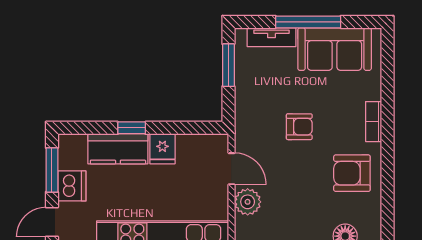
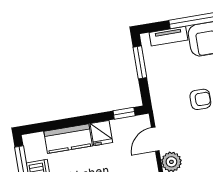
window: (132, 128) -> (124, 113), moved
door: (231, 169) -> (155, 139), swing flipped

